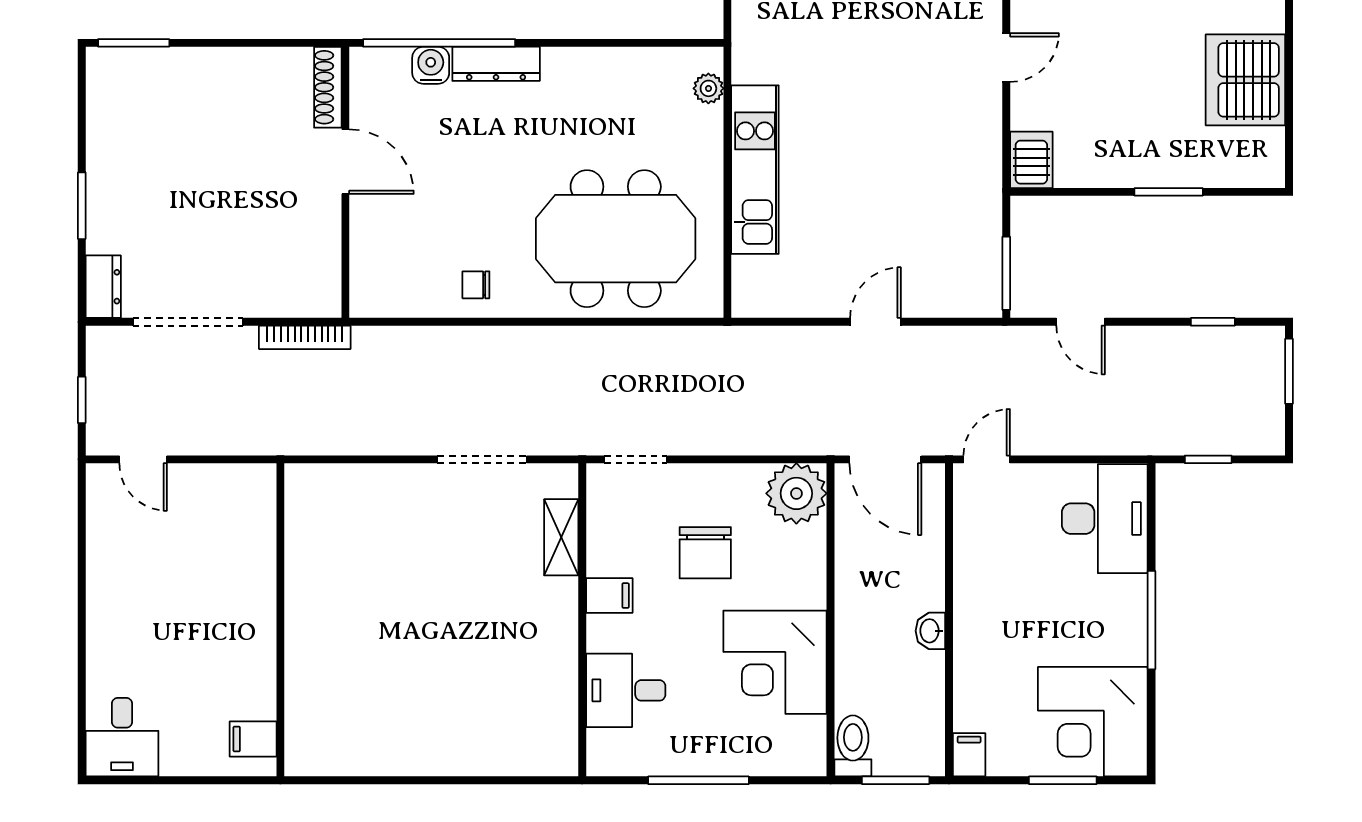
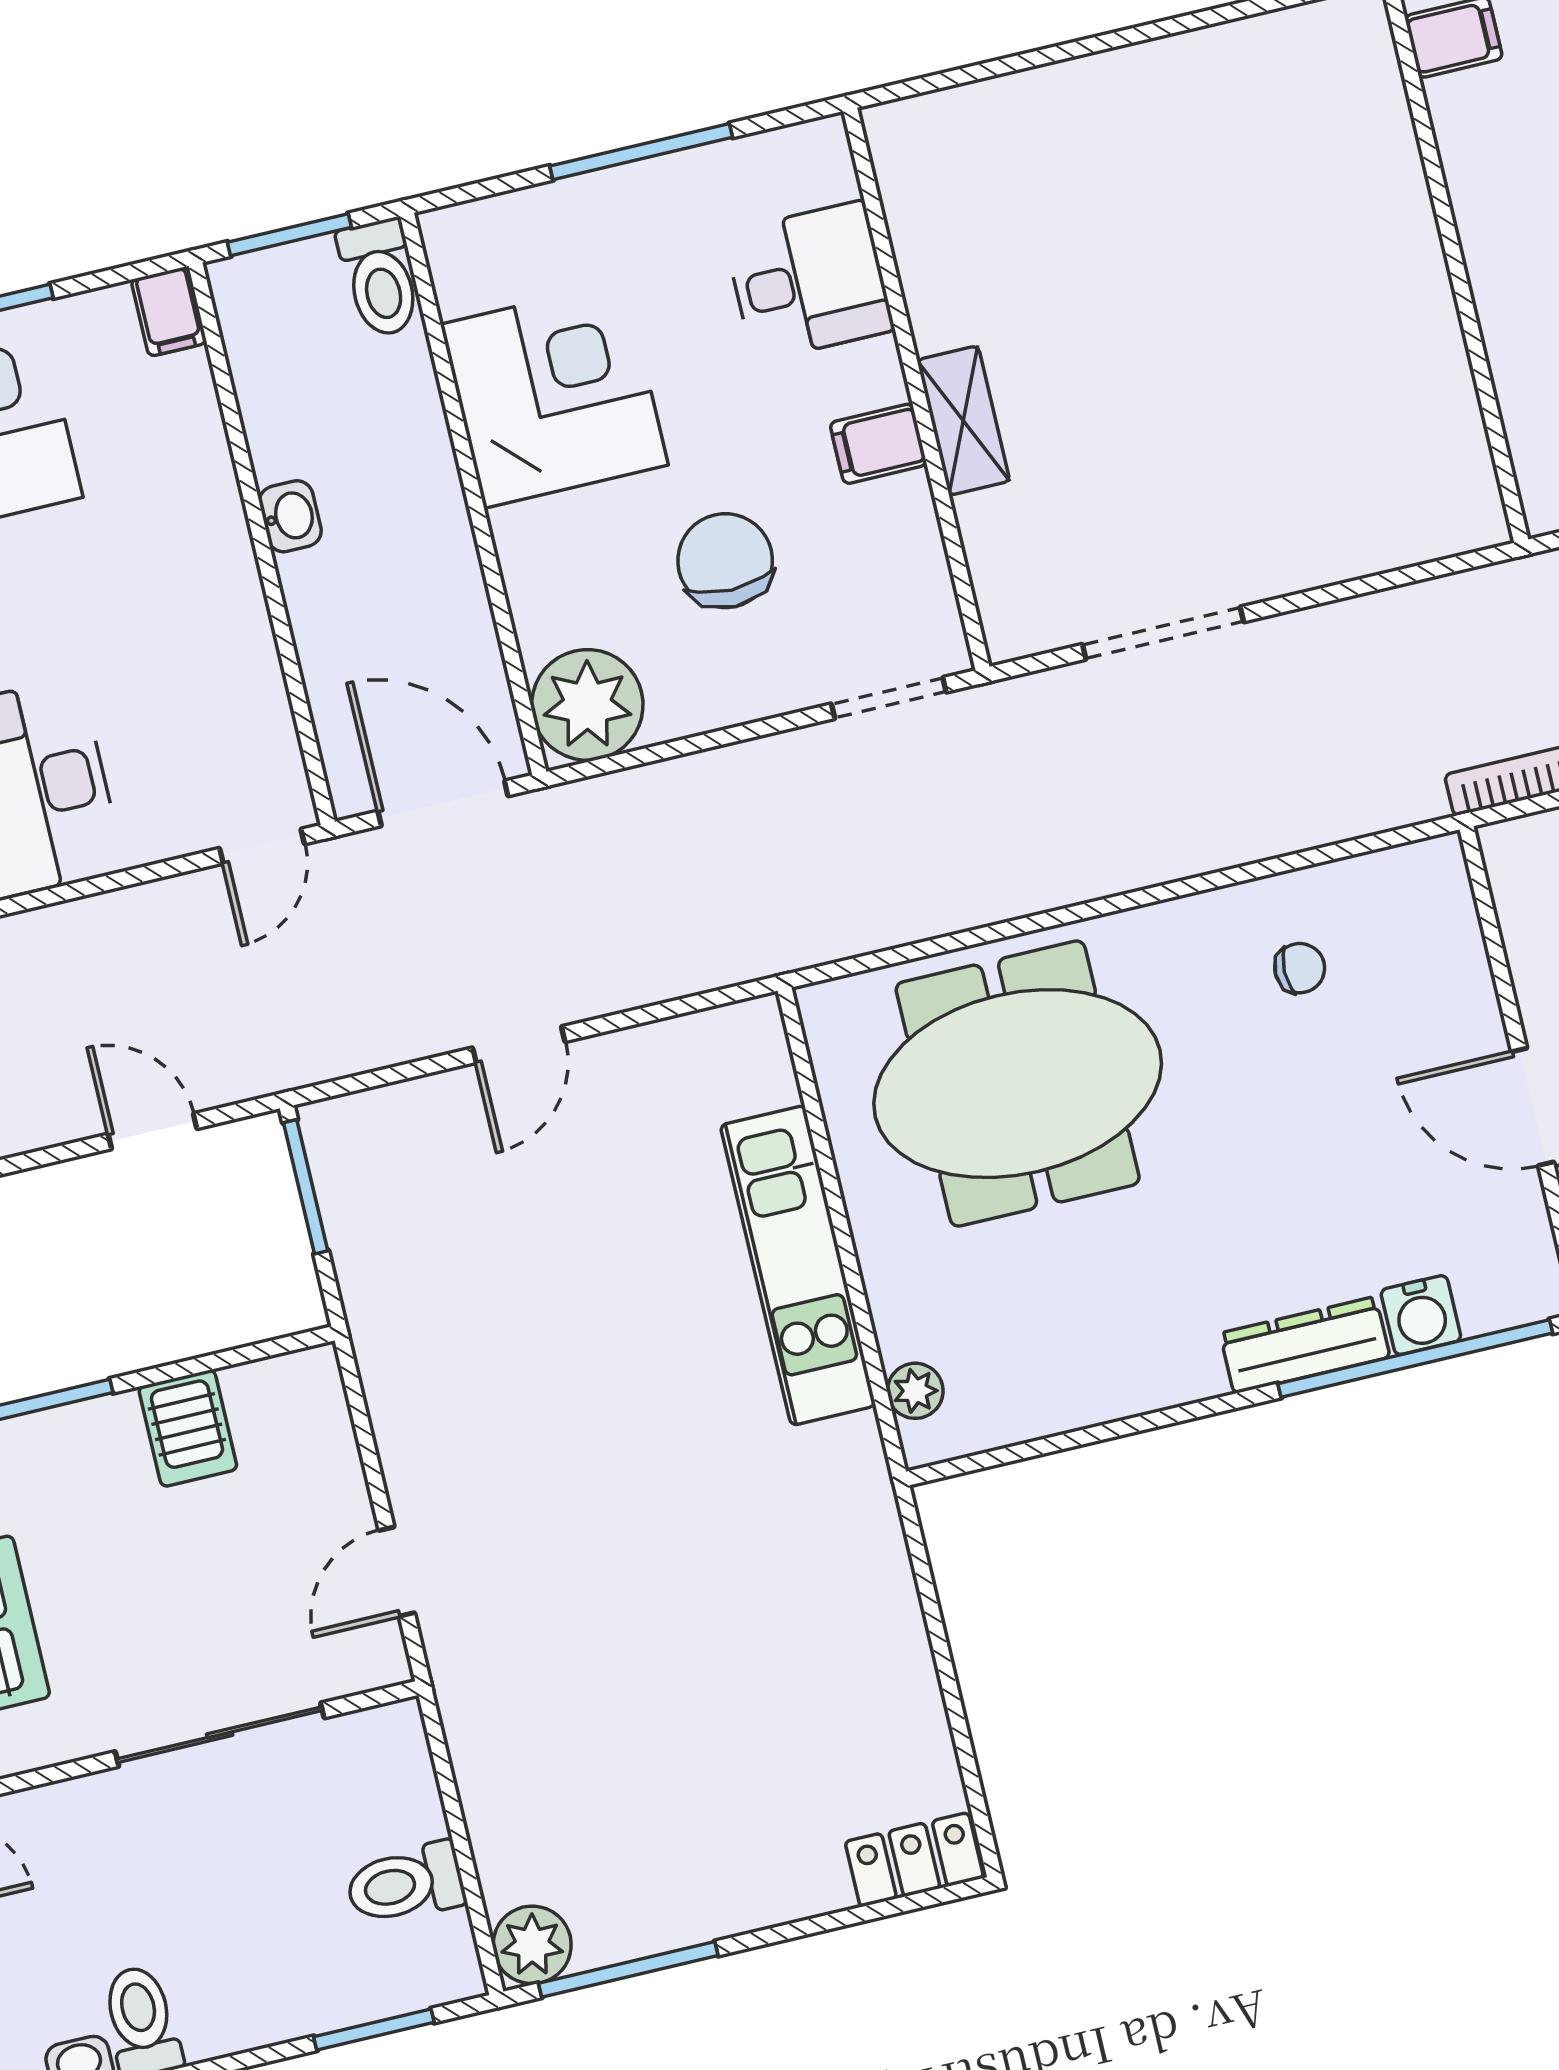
server rack: (1031, 160) -> (188, 1428), moved
chair: (476, 285) -> (1300, 968), moved
shelving: (561, 537) -> (963, 421), moved

